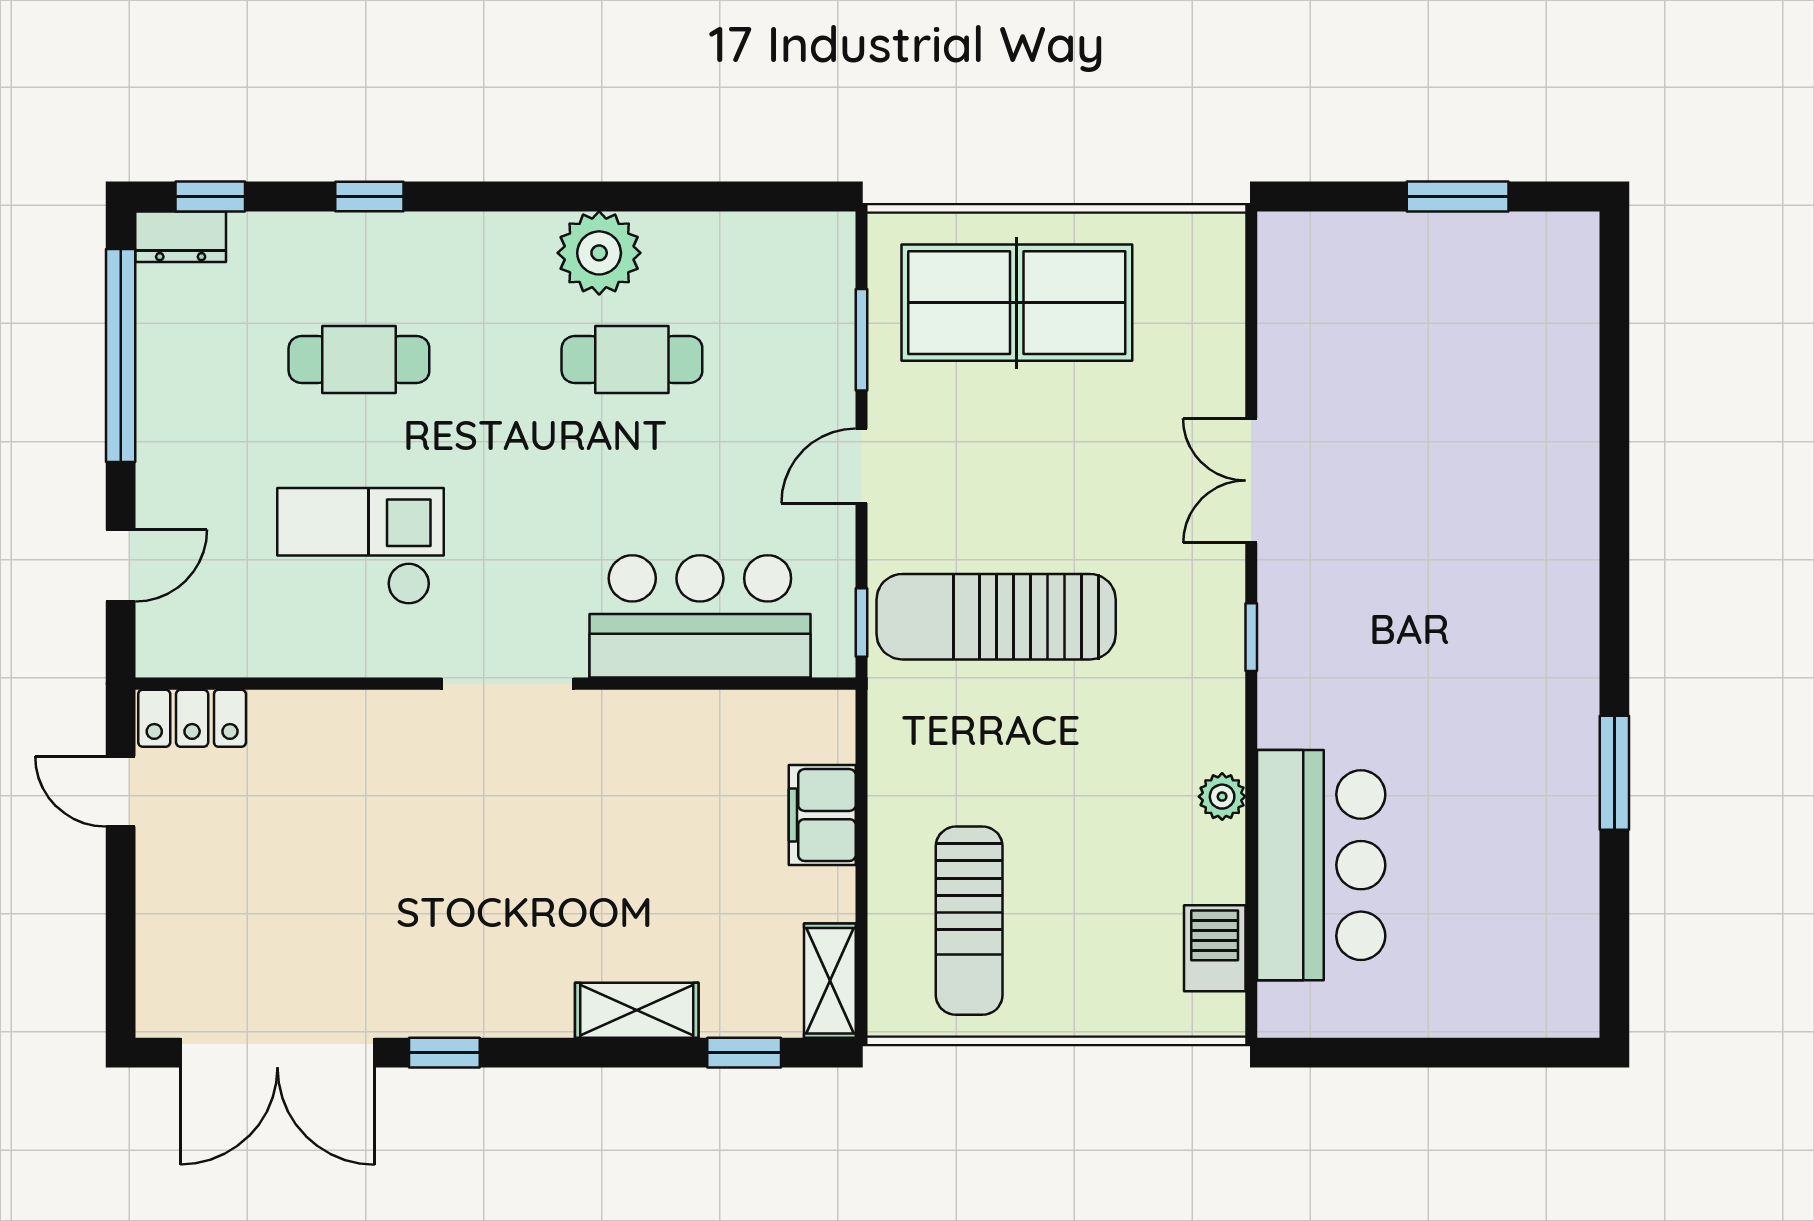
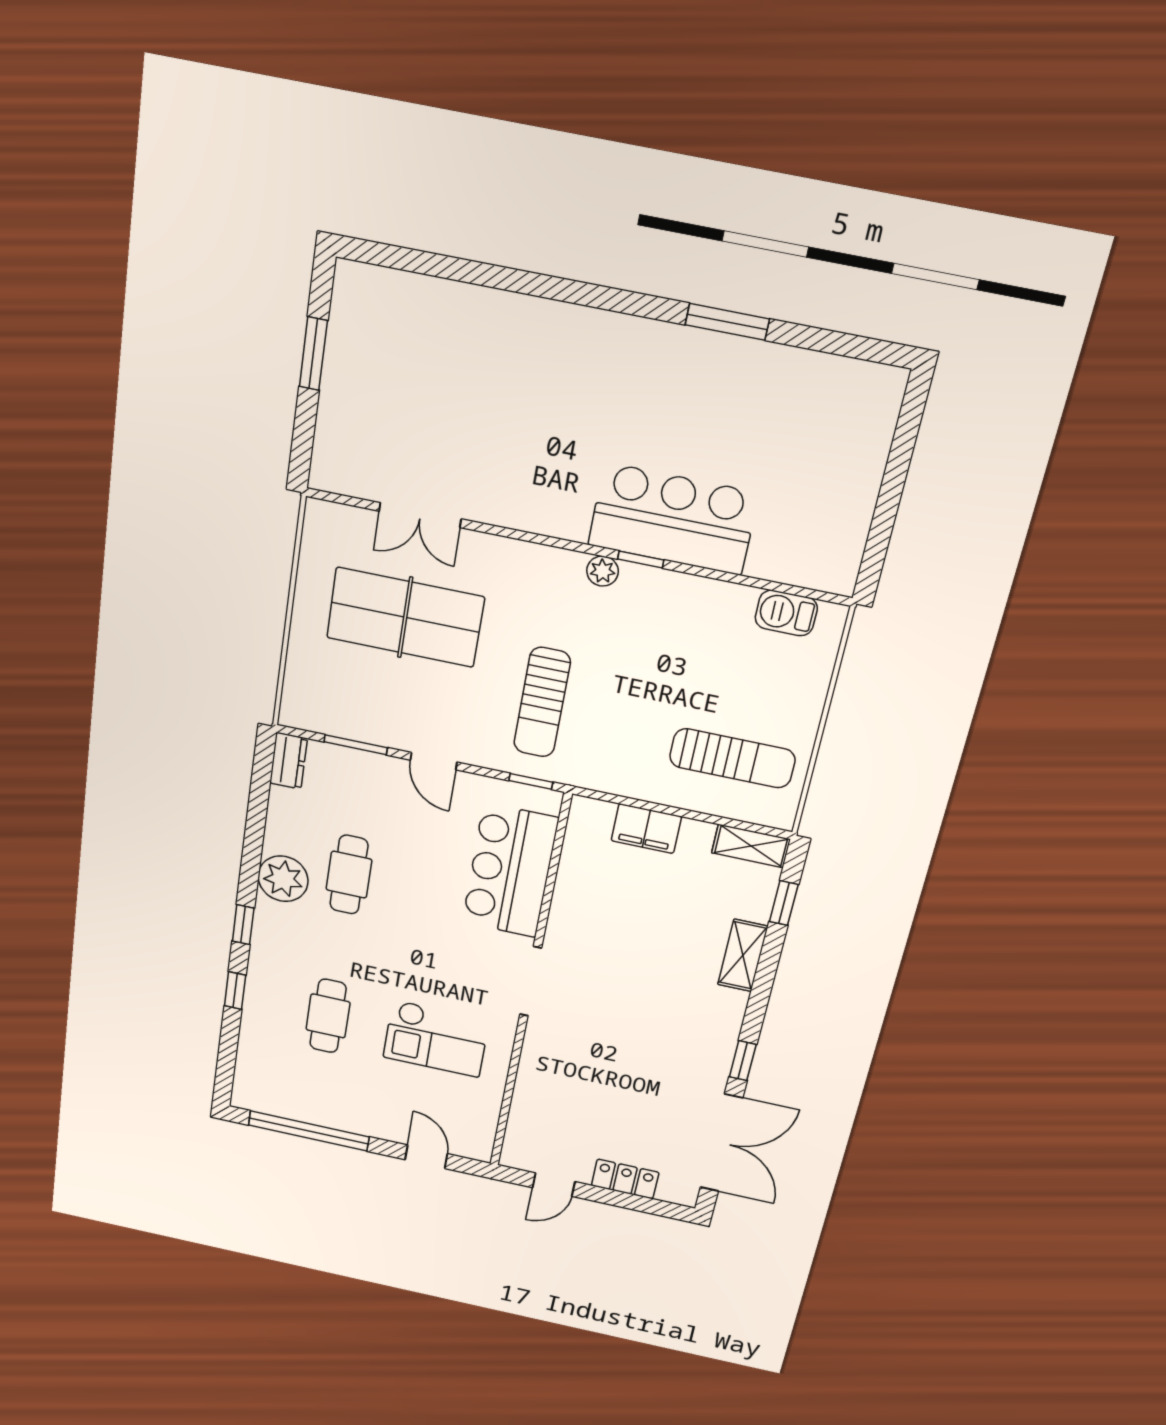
window: (210, 197) -> (243, 925), moved
dresser: (181, 237) -> (288, 761), moved
table tennis table: (1017, 303) -> (405, 617), moved, turned 90
double door: (1251, 481) -> (420, 515), moved
checkout: (360, 546) -> (436, 1039), turned -90
sun lounger: (996, 617) -> (542, 702), width x0.73, depth x0.75
window: (1251, 637) -> (641, 560), moved
locker: (192, 718) -> (625, 1179), moved, turned -90
plant: (1222, 797) -> (603, 571), moved
bar counter: (1321, 865) -> (673, 519), moved

